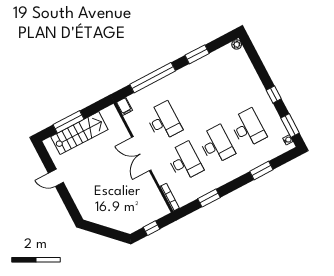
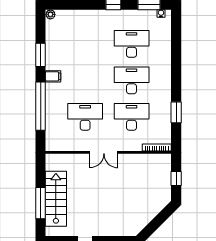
filing cabinet: (124, 106) -> (53, 76), moved
double door: (141, 154) -> (104, 152), width x0.73
window: (261, 171) -> (176, 52), removed

